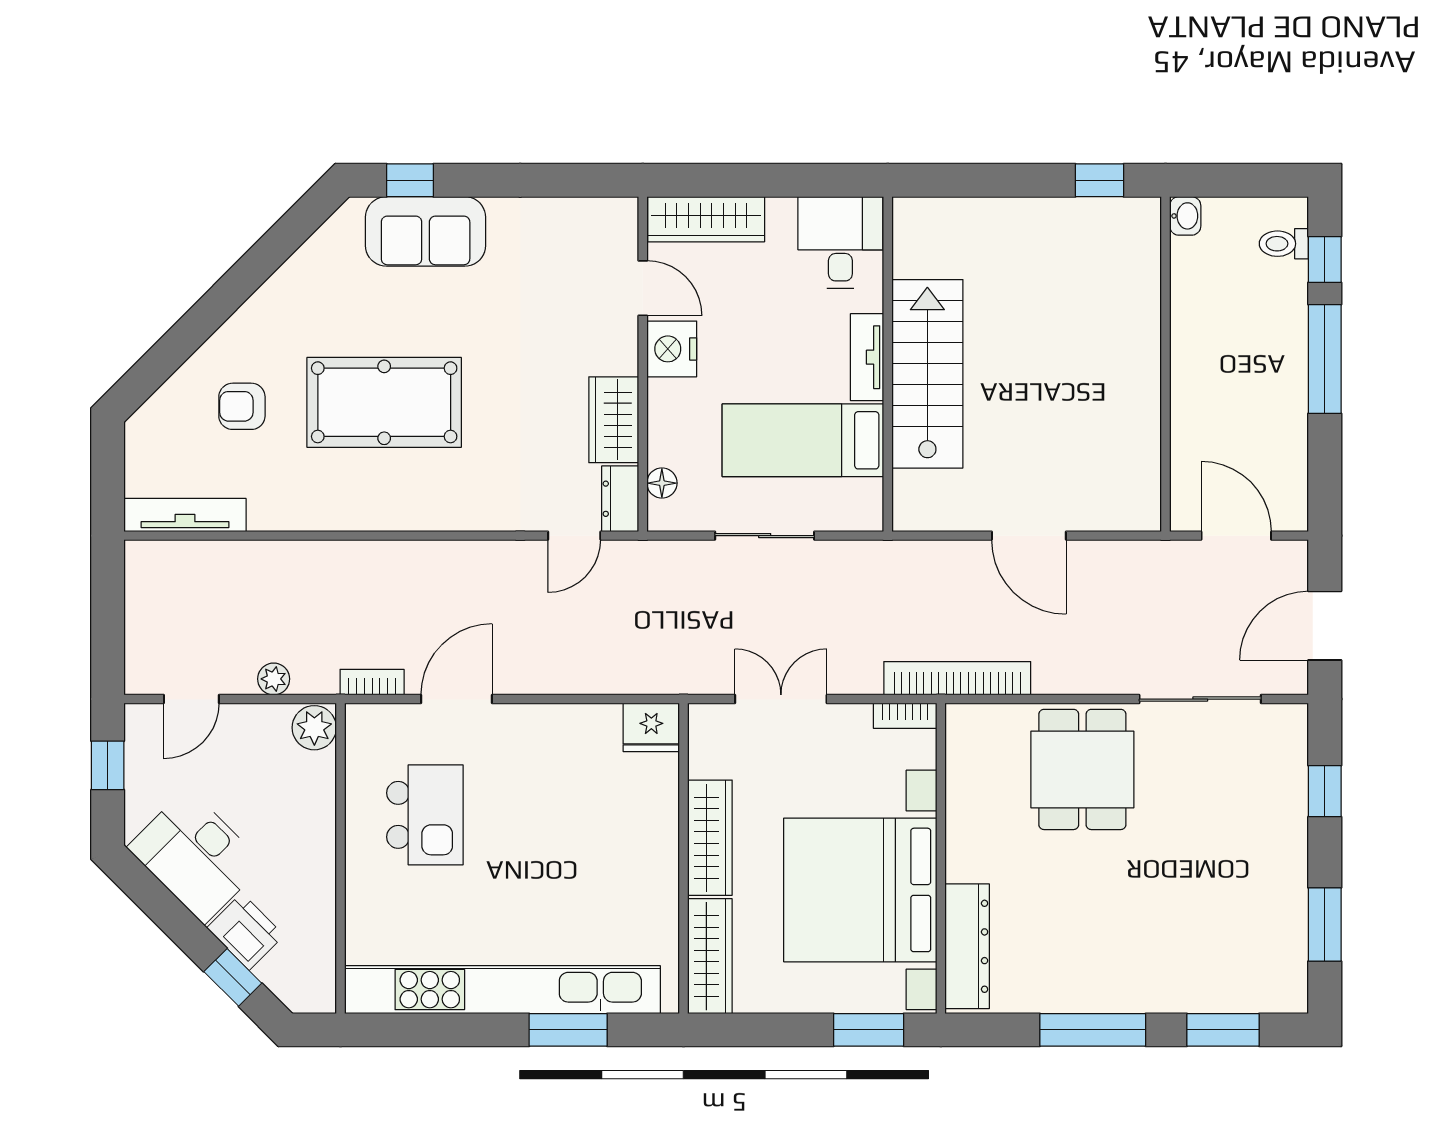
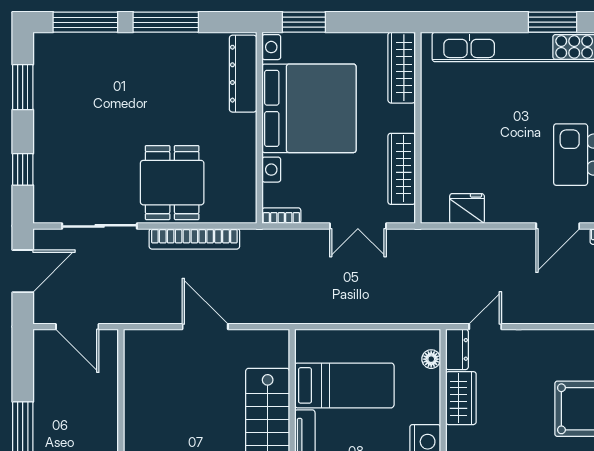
sliding door: (765, 536) -> (368, 327), removed
bookcase: (957, 678) -> (194, 239), moved
fridge: (651, 727) -> (467, 209), moved
wardrobe: (710, 838) -> (402, 169), moved
window: (568, 1030) -> (552, 22), moved
window: (1223, 1030) -> (85, 22), width x1.44

